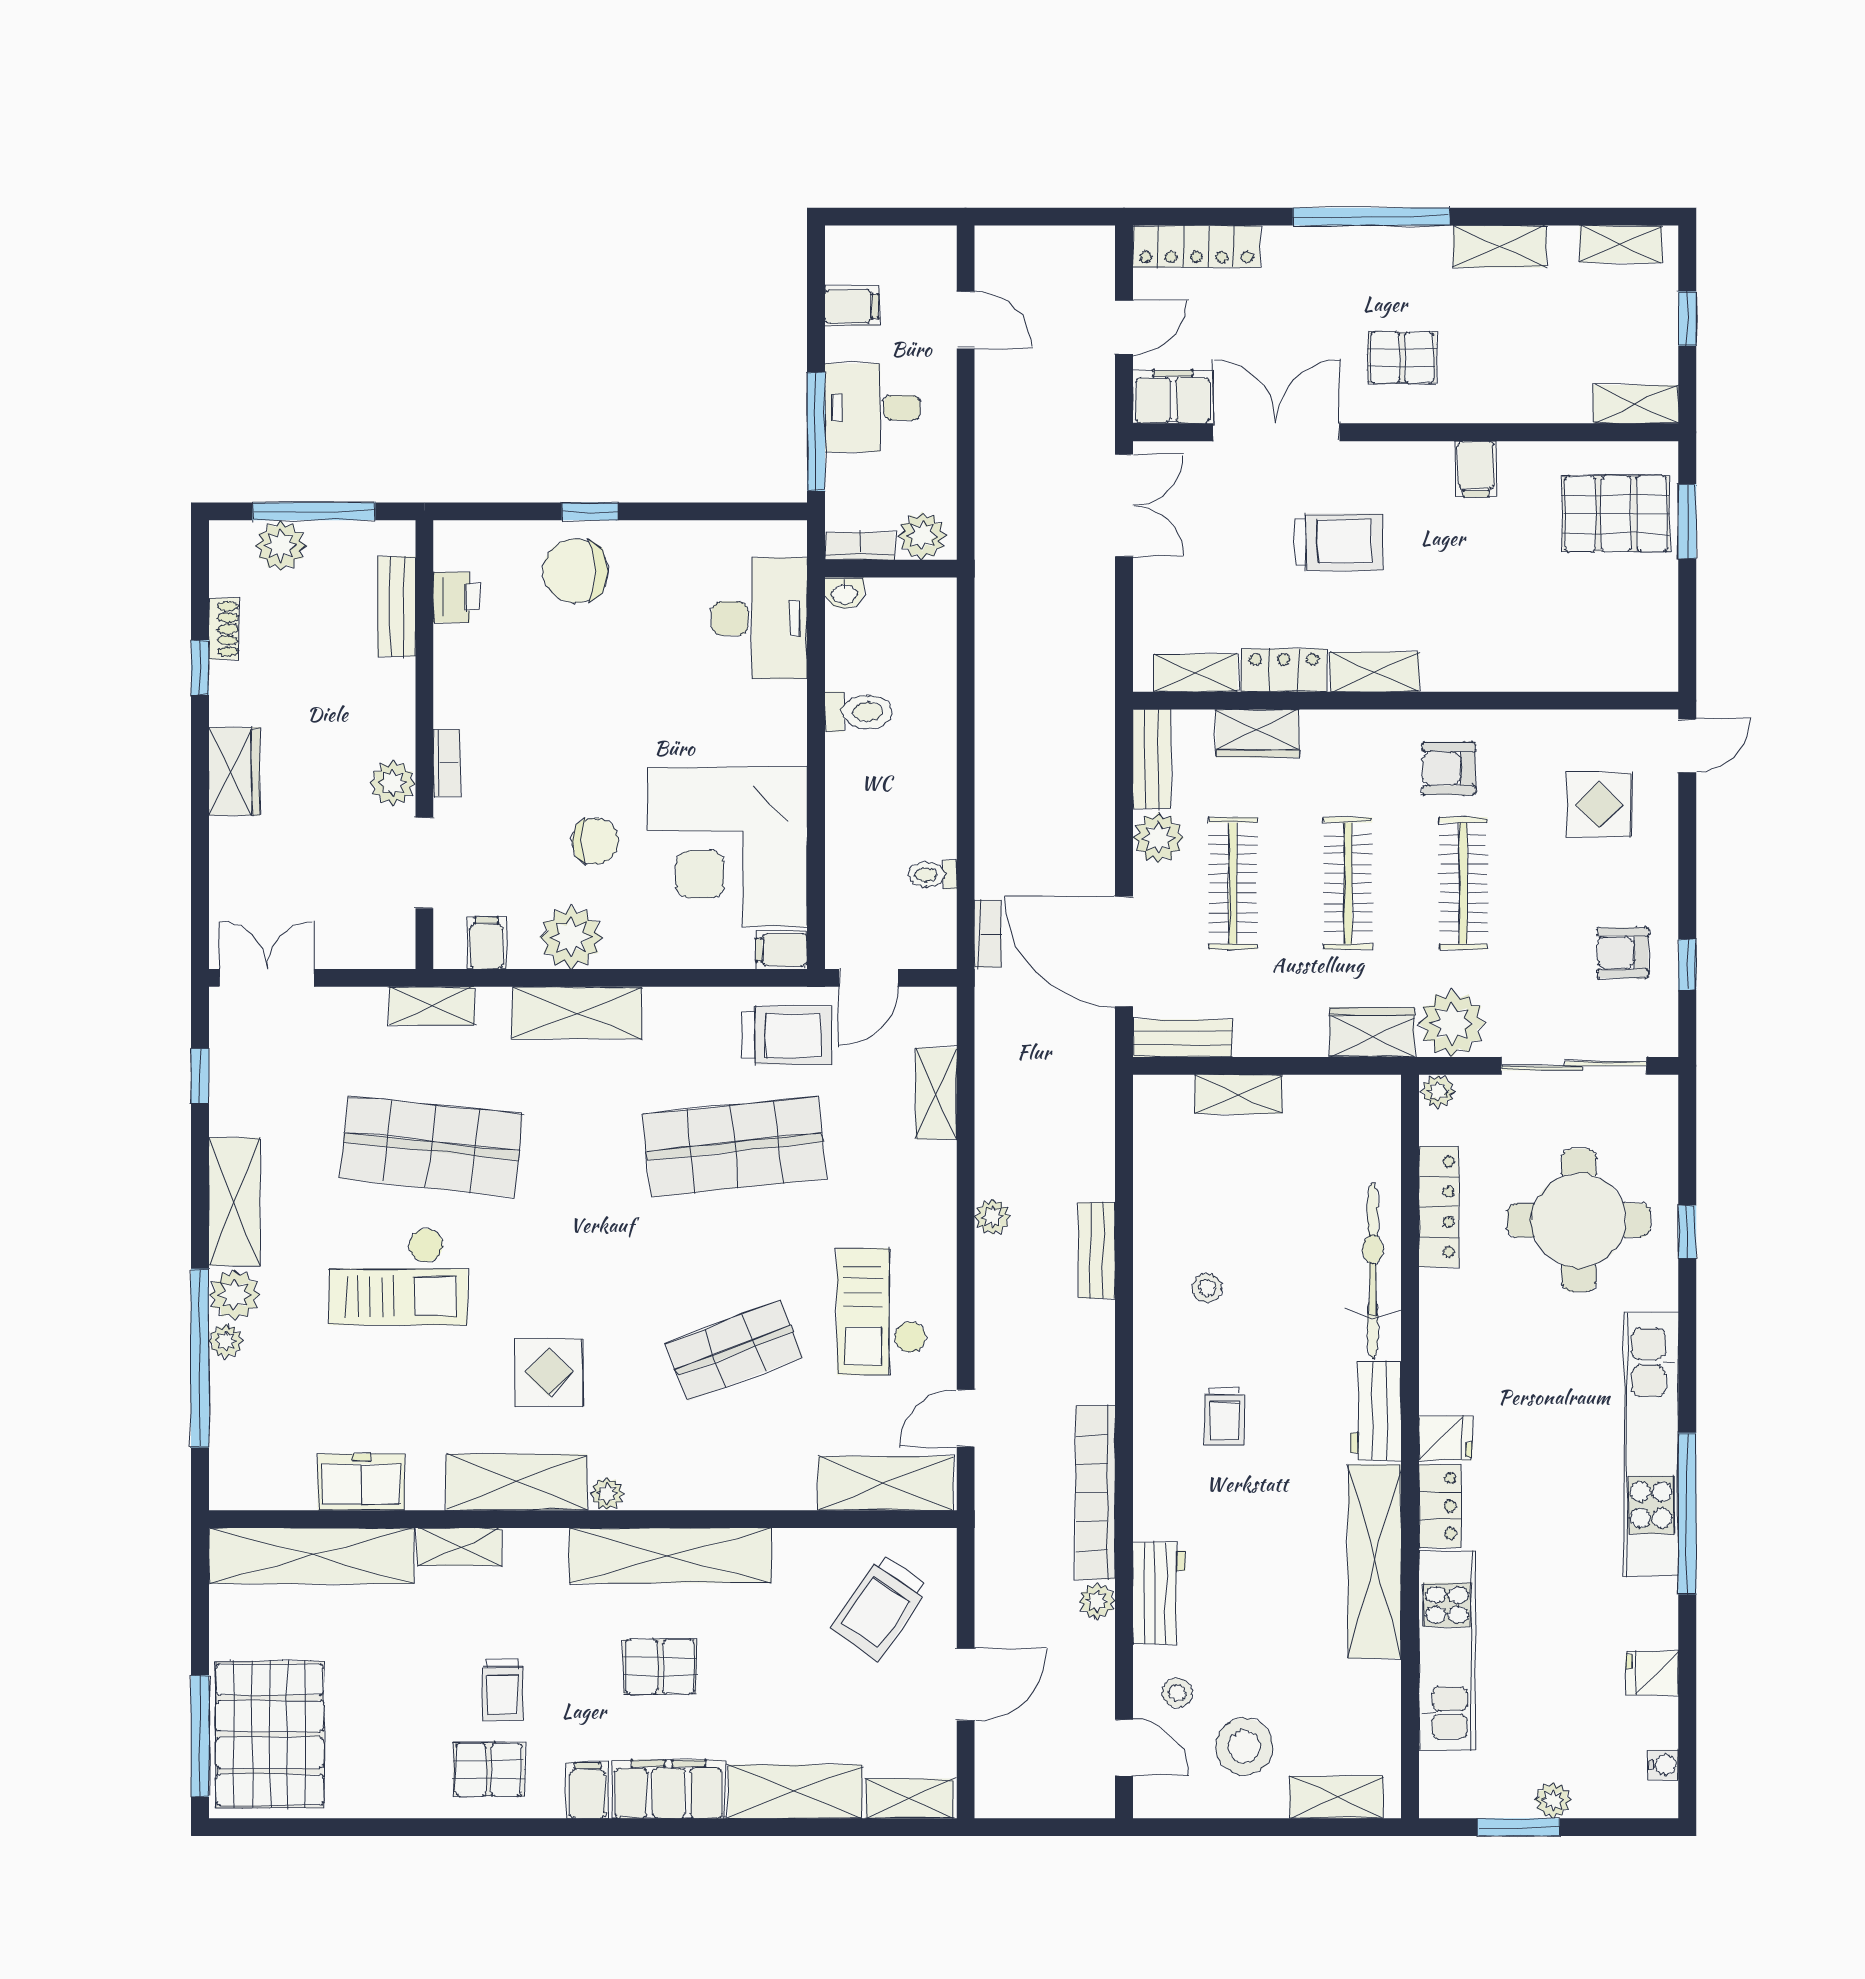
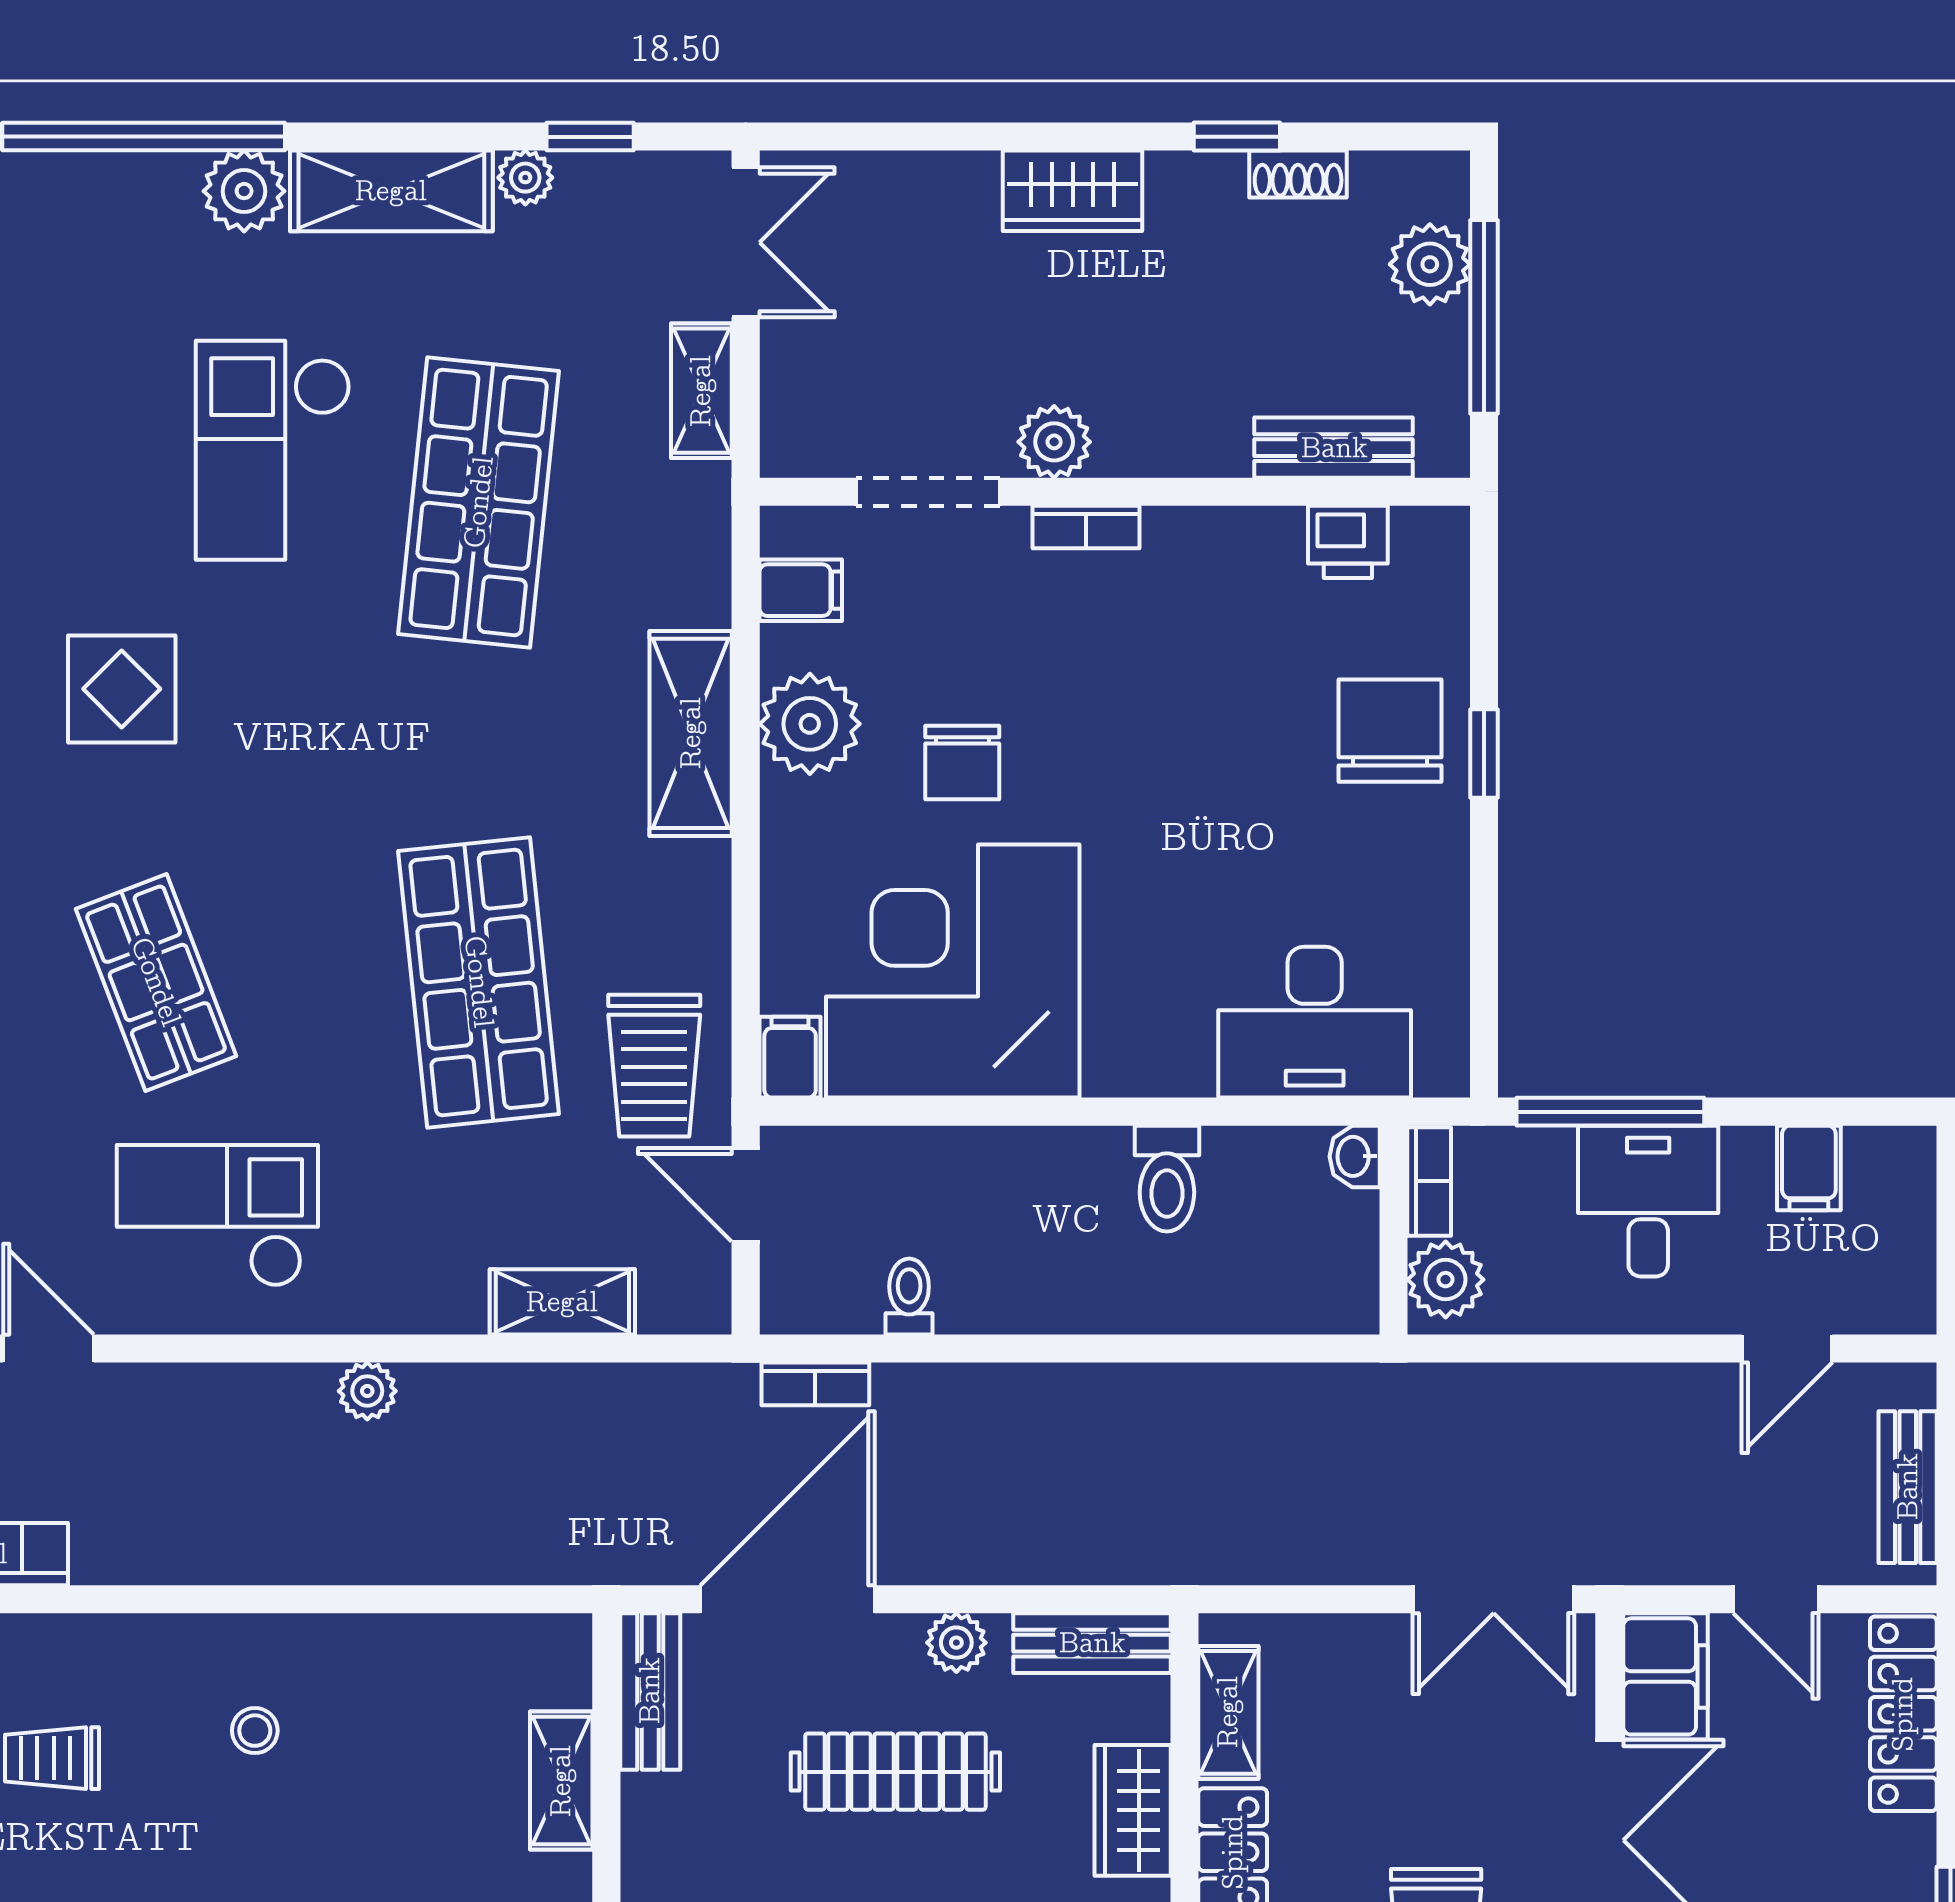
plant: (1158, 838) -> (956, 1643), width x0.73, depth x0.73
shelving: (432, 1006) -> (701, 391), moved
bench: (1097, 1250) -> (1908, 1487), moved, turned 90
plant: (226, 1341) -> (525, 178), moved

